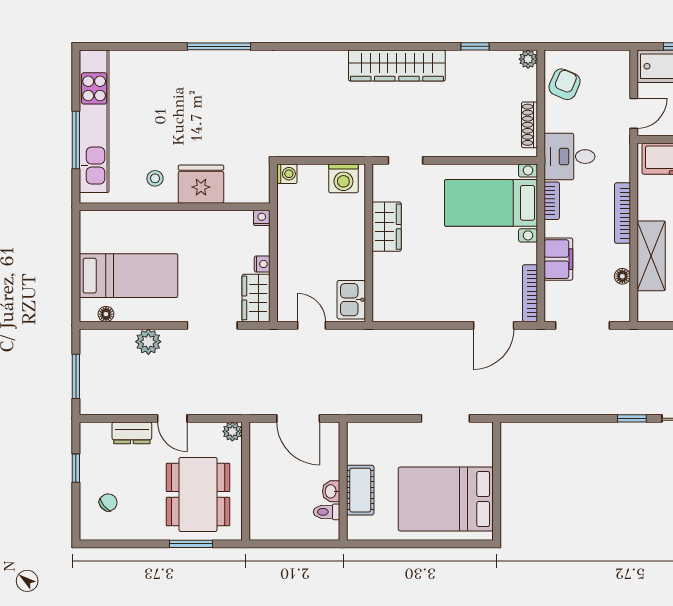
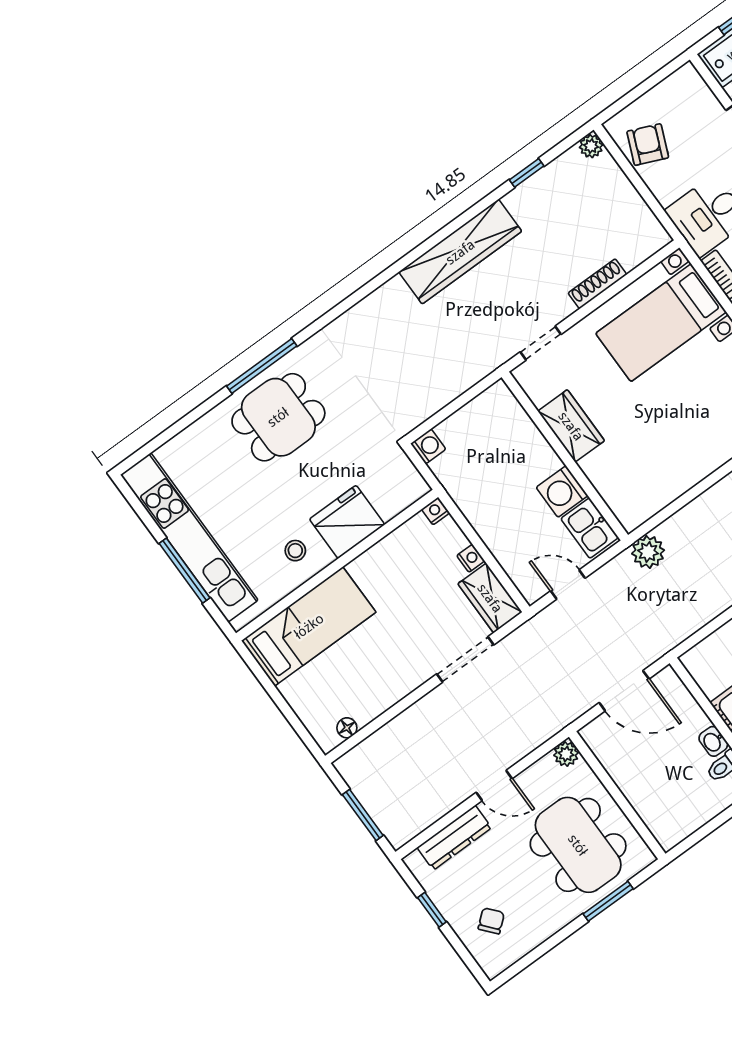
dining table: (206, 86) -> (278, 417), added
shoe rack: (529, 125) -> (597, 284), moved, turned 90
washing machine: (343, 178) -> (562, 491), moved, turned 90
bed: (128, 276) -> (309, 626), moved
plant: (148, 342) -> (648, 552), moved
dresser: (132, 433) -> (454, 838), width x1.44

